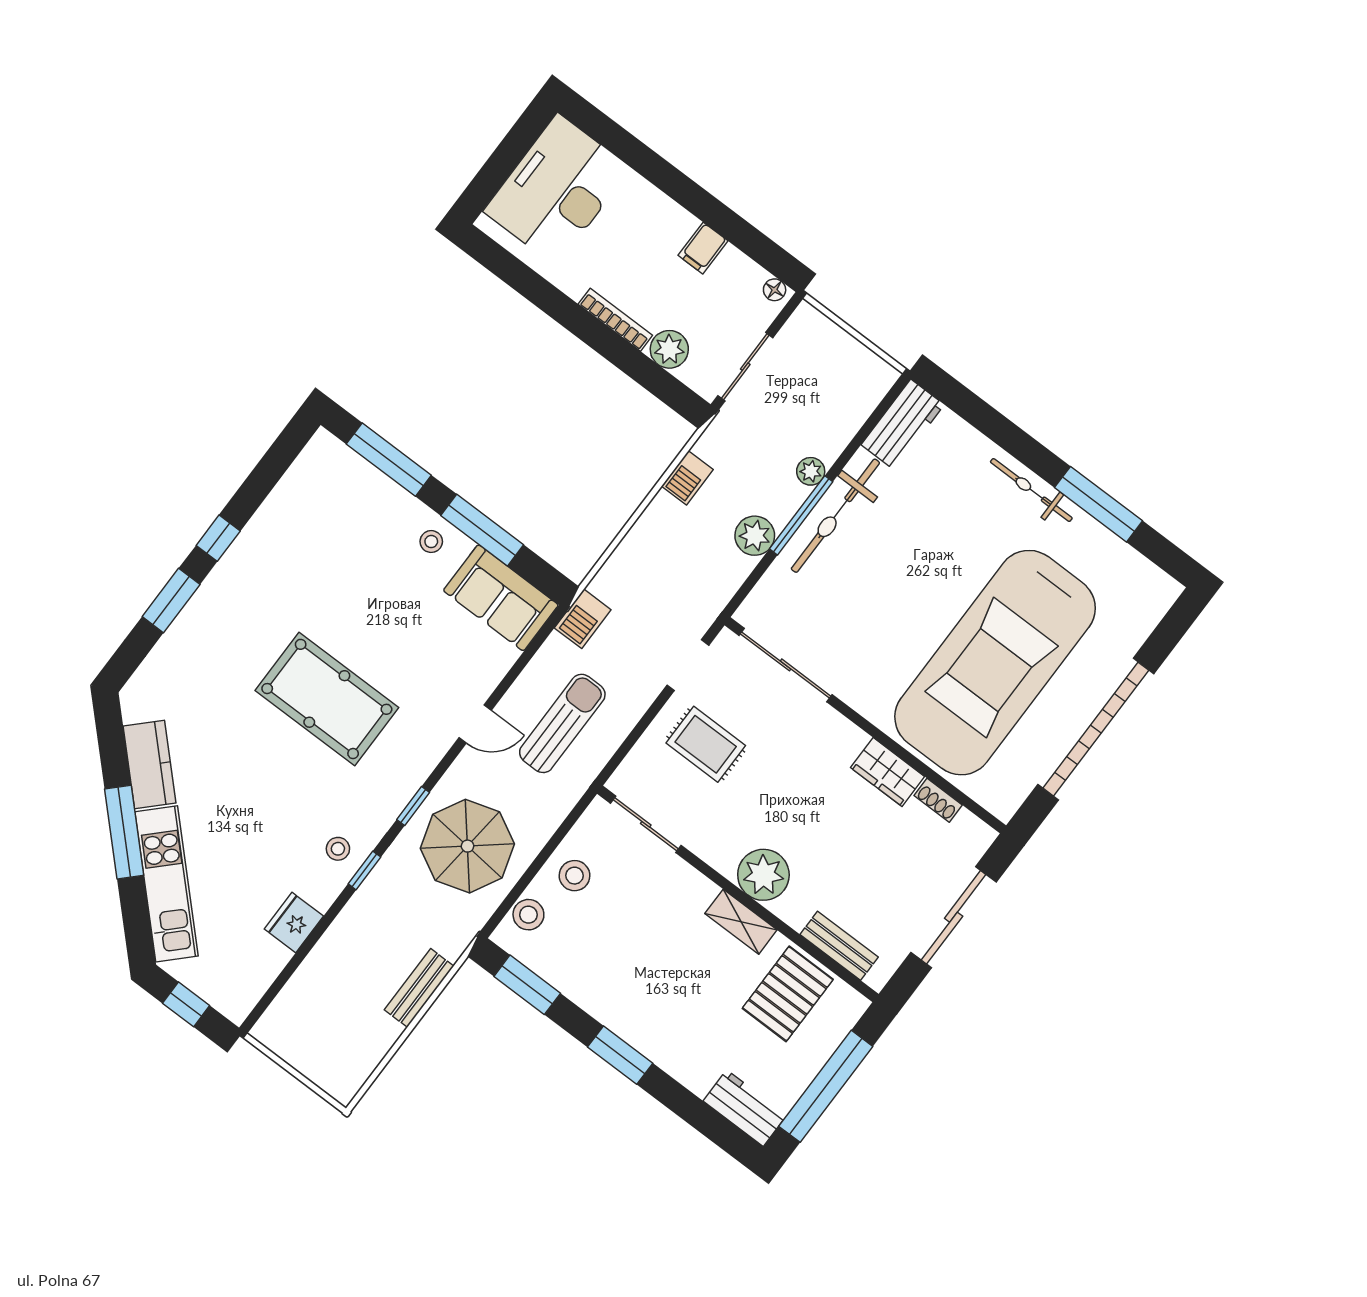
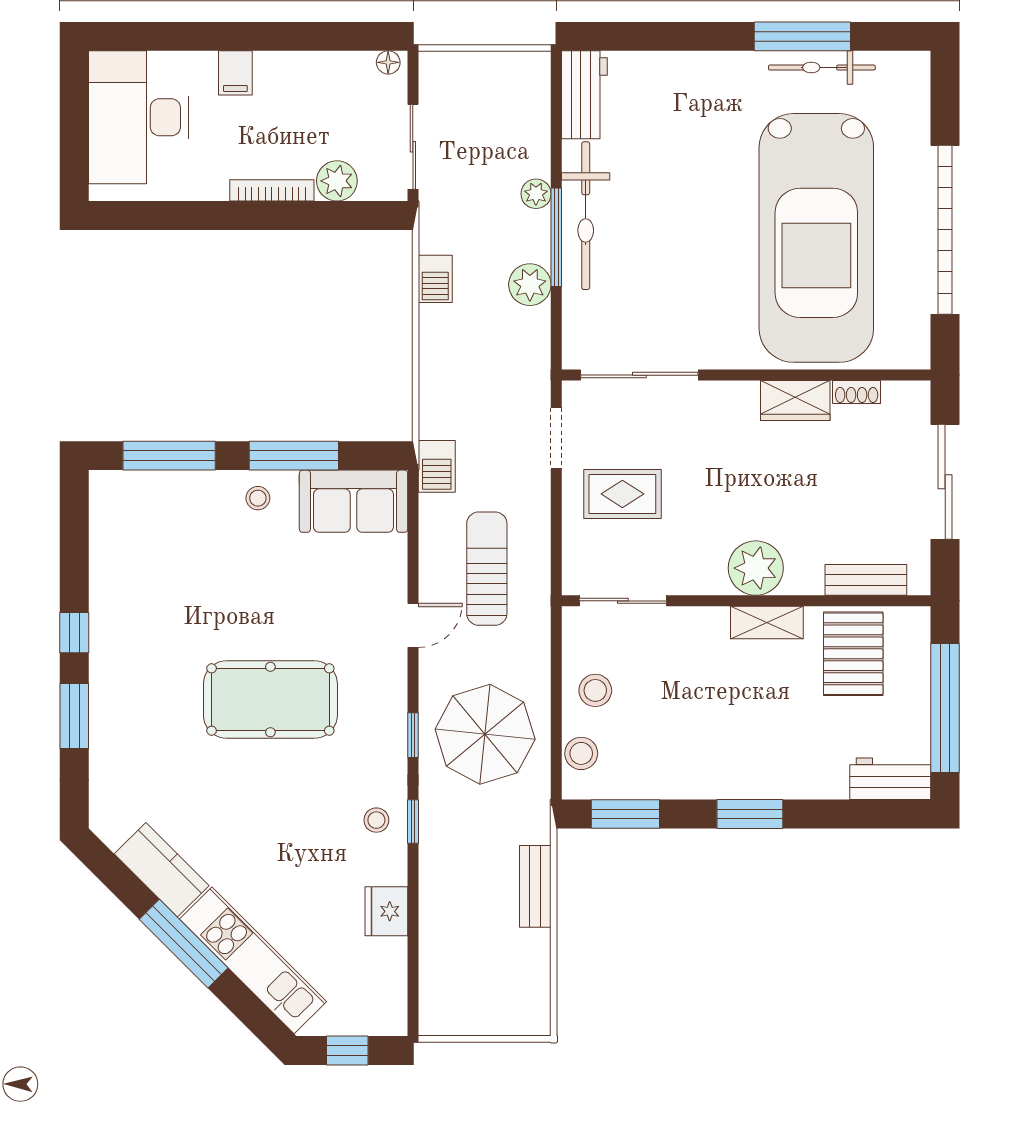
filing cabinet: (703, 248) -> (235, 73), moved
bicycle: (1031, 490) -> (822, 68), moved

